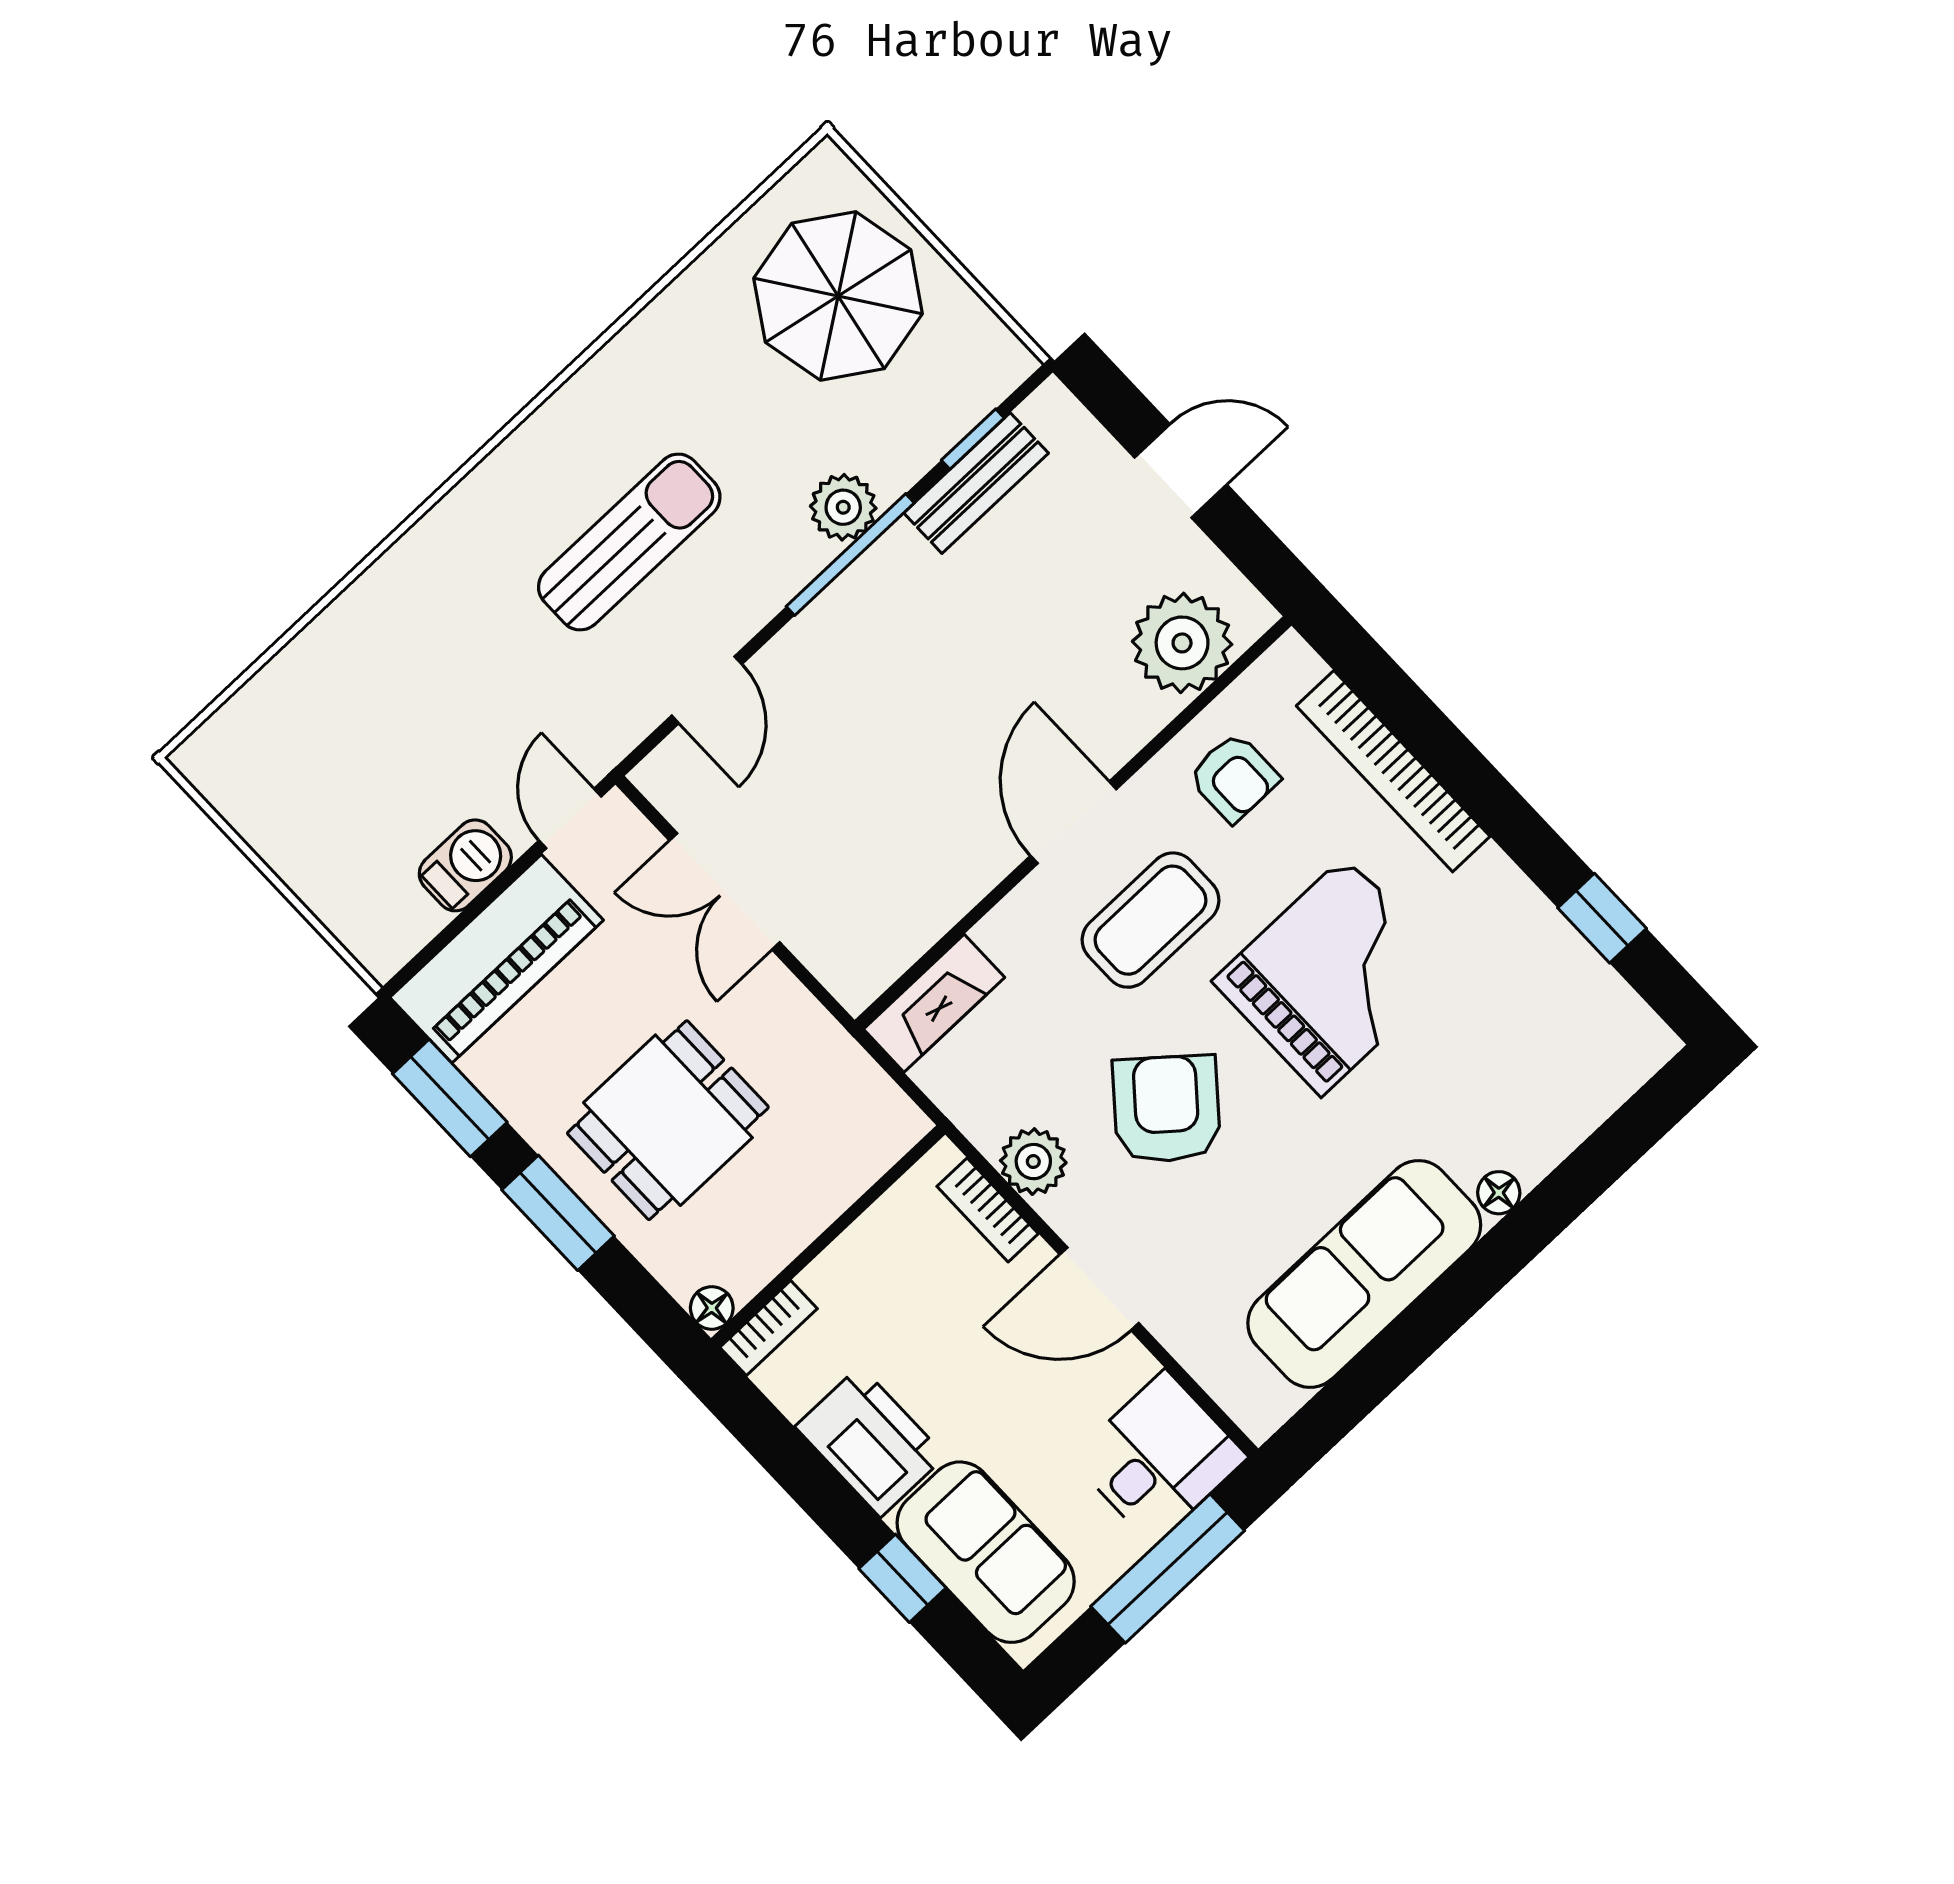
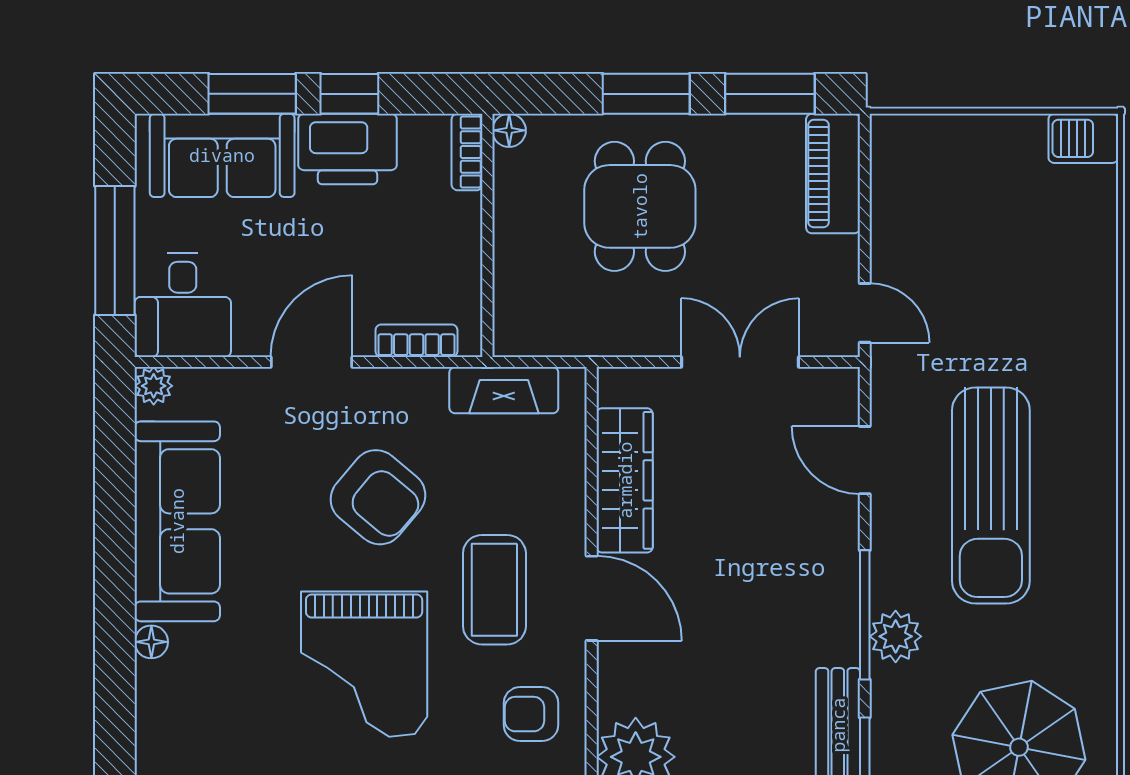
sun lounger: (629, 542) -> (991, 495), width x1.36, depth x1.34
barbecue: (465, 865) -> (1083, 138), moved, turned 90
wardrobe: (935, 895) -> (625, 480), added
piano: (497, 959) -> (833, 174), width x0.73, depth x0.75
fireplace: (934, 1003) -> (504, 390), moved, turned -90
plant: (1033, 1162) -> (154, 386), moved, width x0.73, depth x0.73
window: (817, 1488) -> (349, 94), added
window: (902, 1578) -> (252, 94), width x1.50

